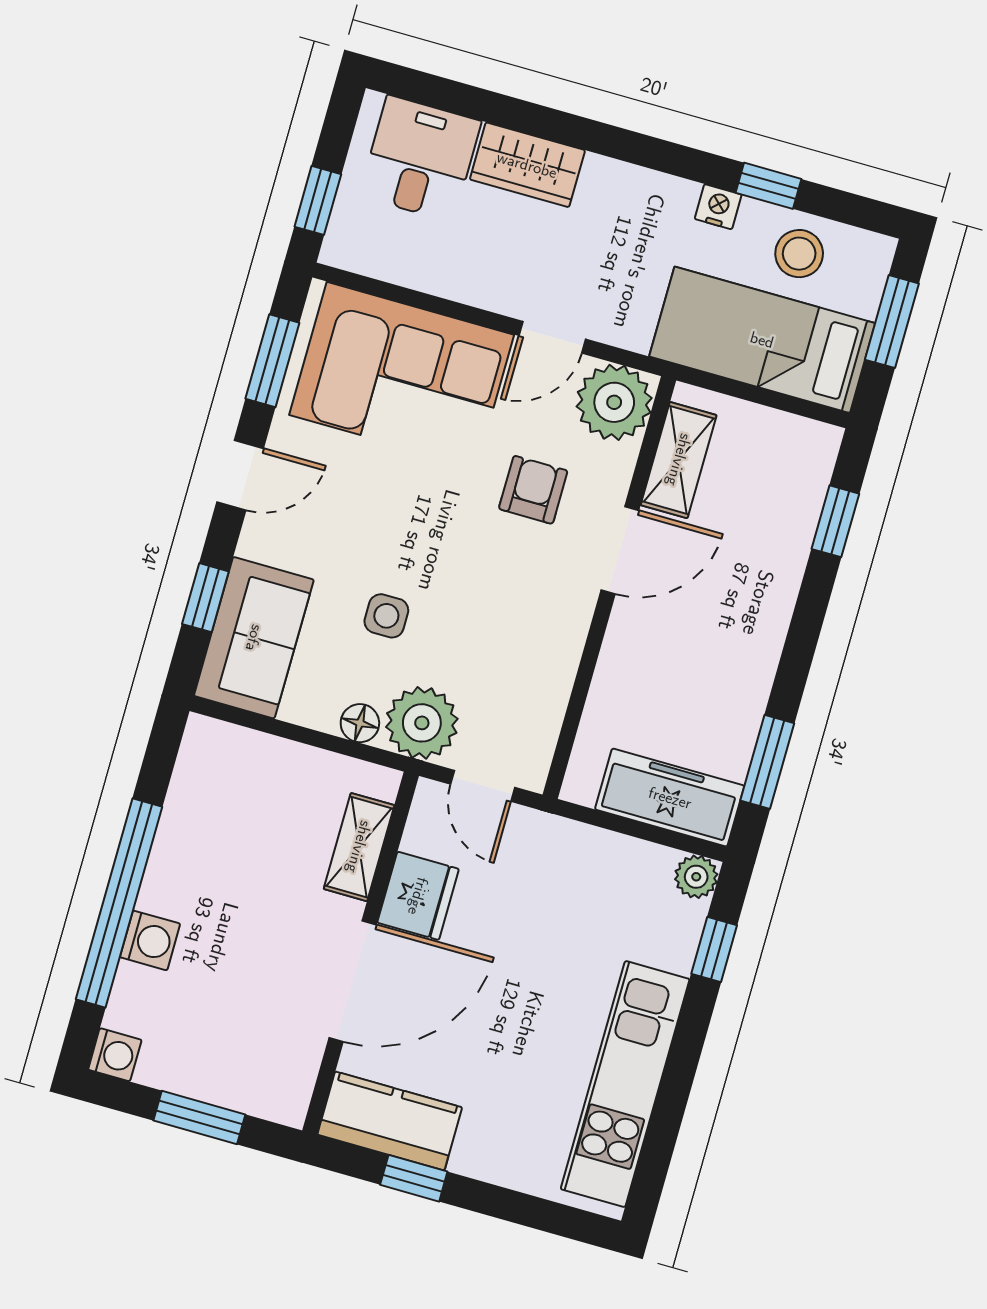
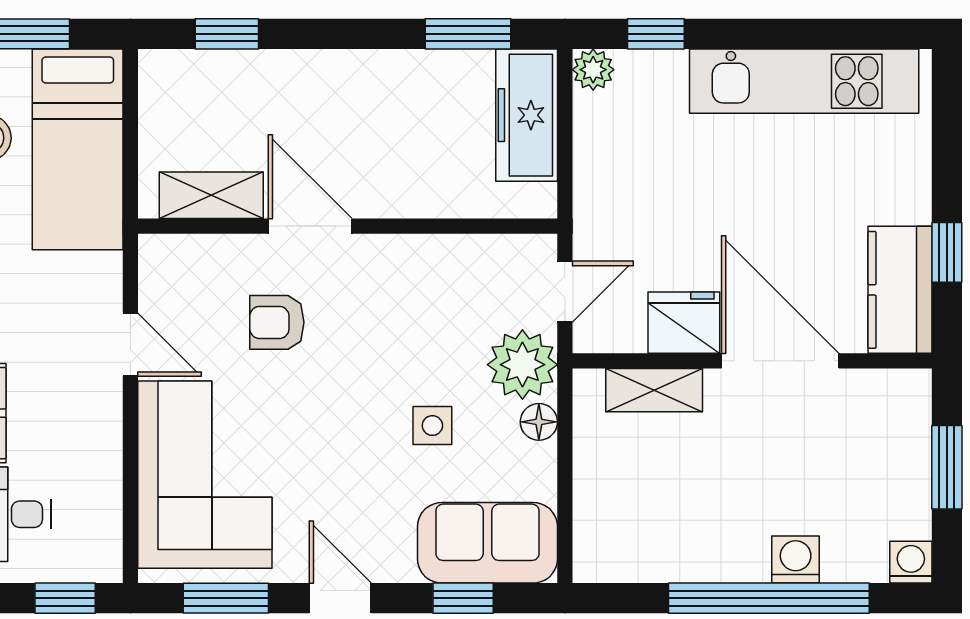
plant: (614, 402) -> (175, 270), removed

